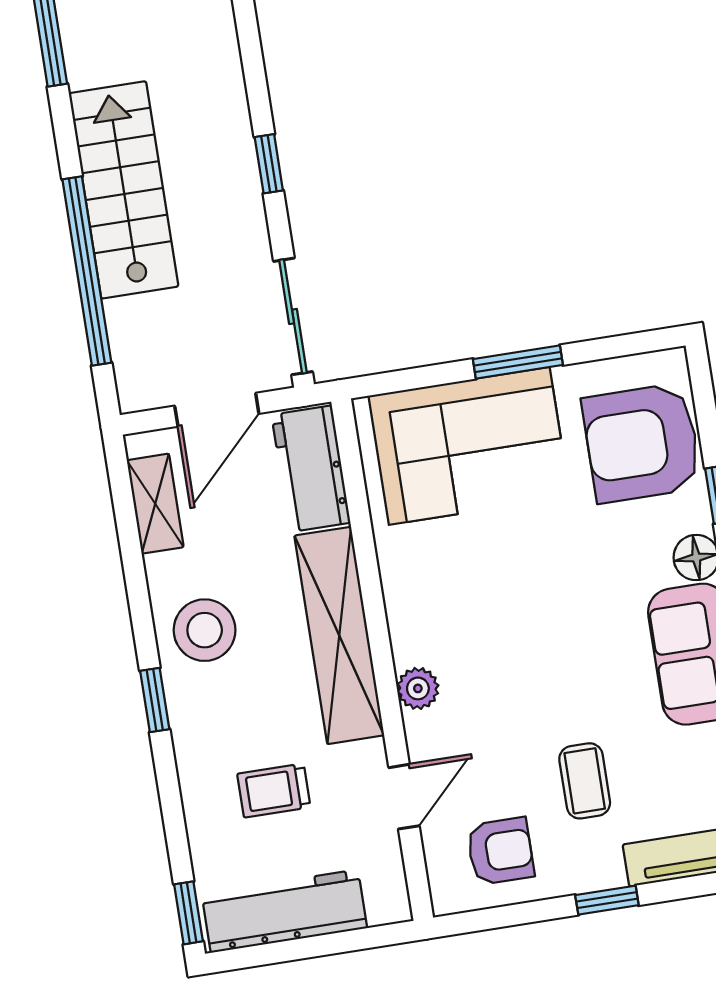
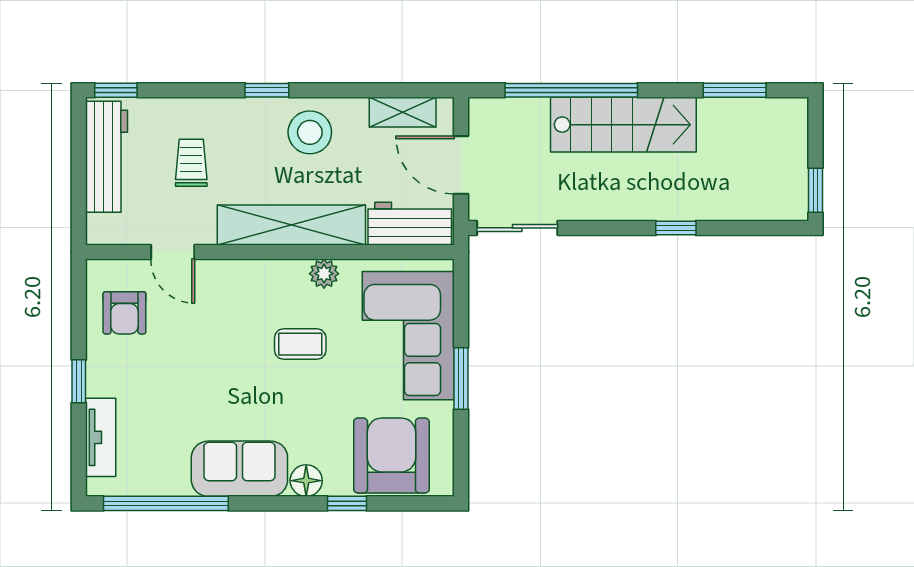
window: (269, 164) -> (676, 228), moved
plant: (418, 688) -> (324, 274), moved
coffee table: (585, 781) -> (300, 344), moved

